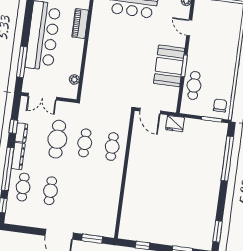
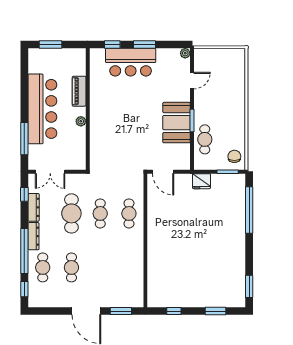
door: (189, 28) -> (192, 81), swing flipped
plant: (74, 79) -> (81, 121), moved
fridge: (175, 124) -> (201, 181), moved
window: (13, 126) -> (24, 194), moved
dresser: (21, 133) -> (34, 207), width x1.44

